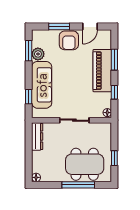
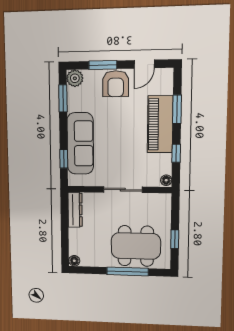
plant: (38, 54) -> (75, 78), moved

